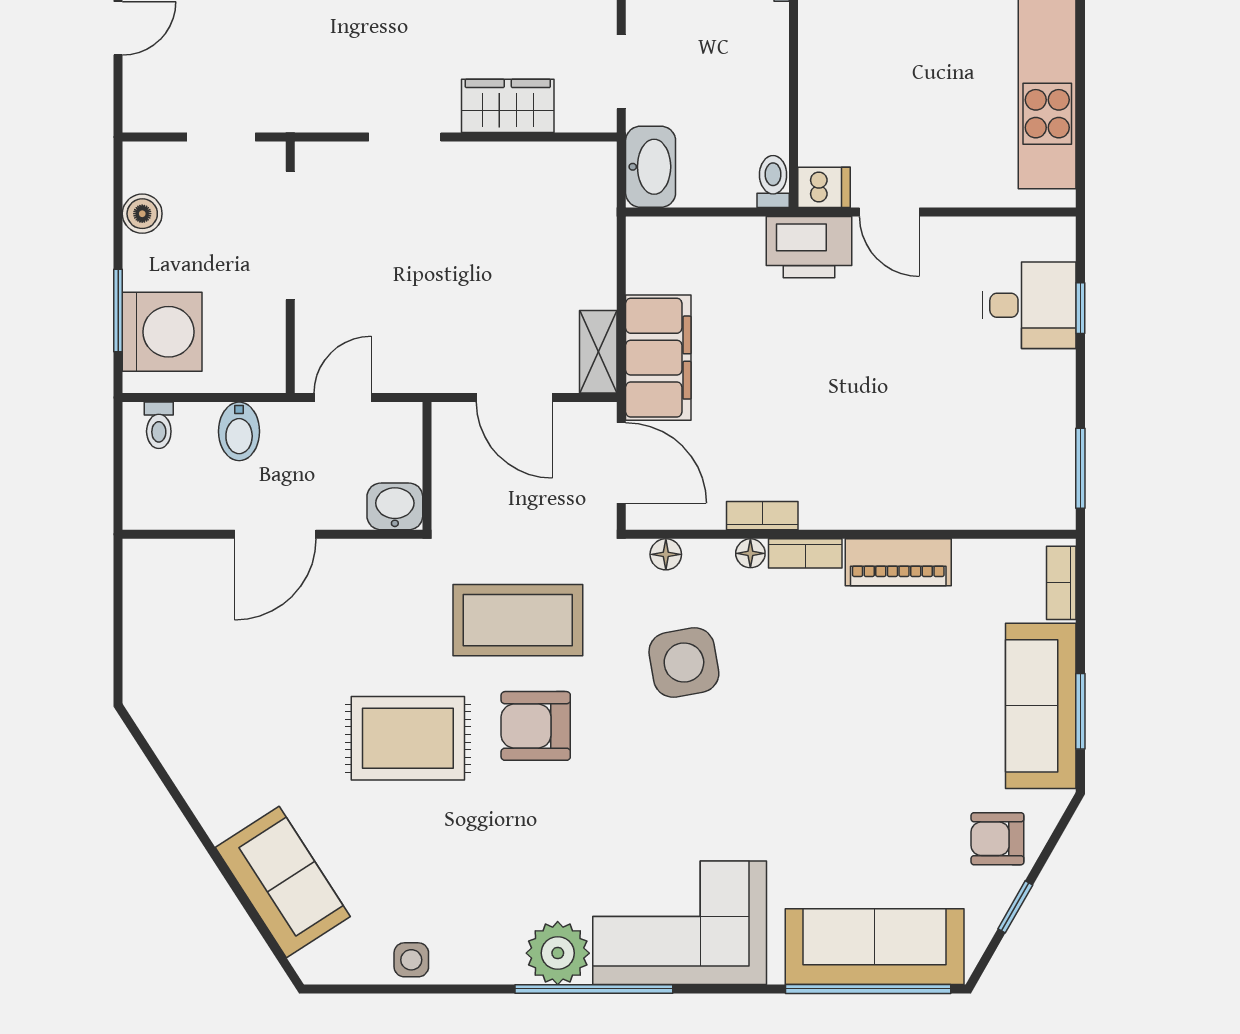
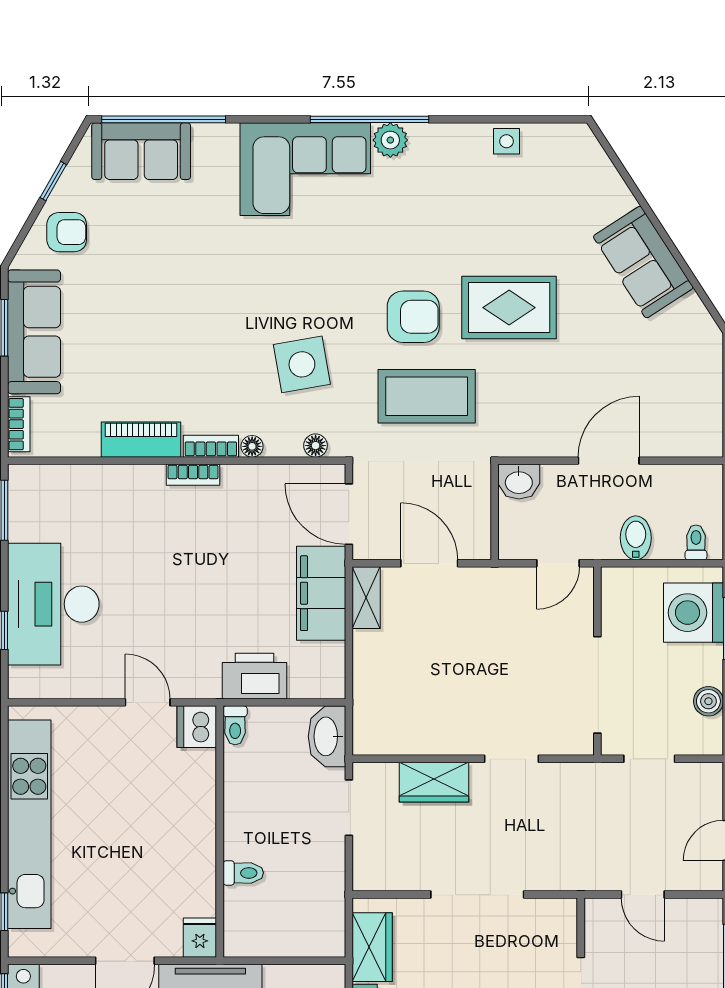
dishwasher: (824, 187) -> (197, 727), width x1.38
printer: (809, 247) -> (254, 676), moved
desk: (1029, 305) -> (53, 604), width x1.87, depth x1.30
bookcase: (762, 516) -> (193, 475), moved
sofa: (283, 882) -> (643, 262), moved
sofa: (875, 947) -> (141, 151), width x0.73
plant: (558, 953) -> (390, 140), width x0.73, depth x0.73

